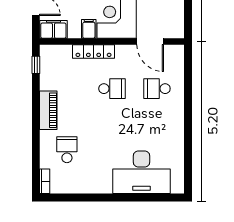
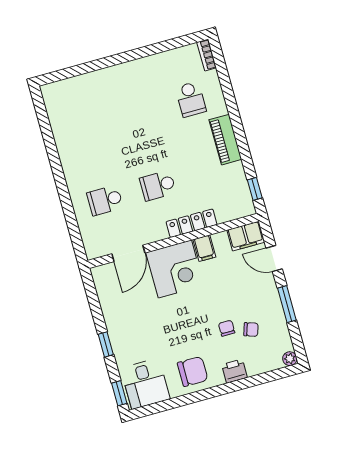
door: (150, 41) -> (128, 253), swing flipped
school desk: (157, 89) -> (105, 200), turned 180
desk: (142, 172) -> (96, 97), removed

